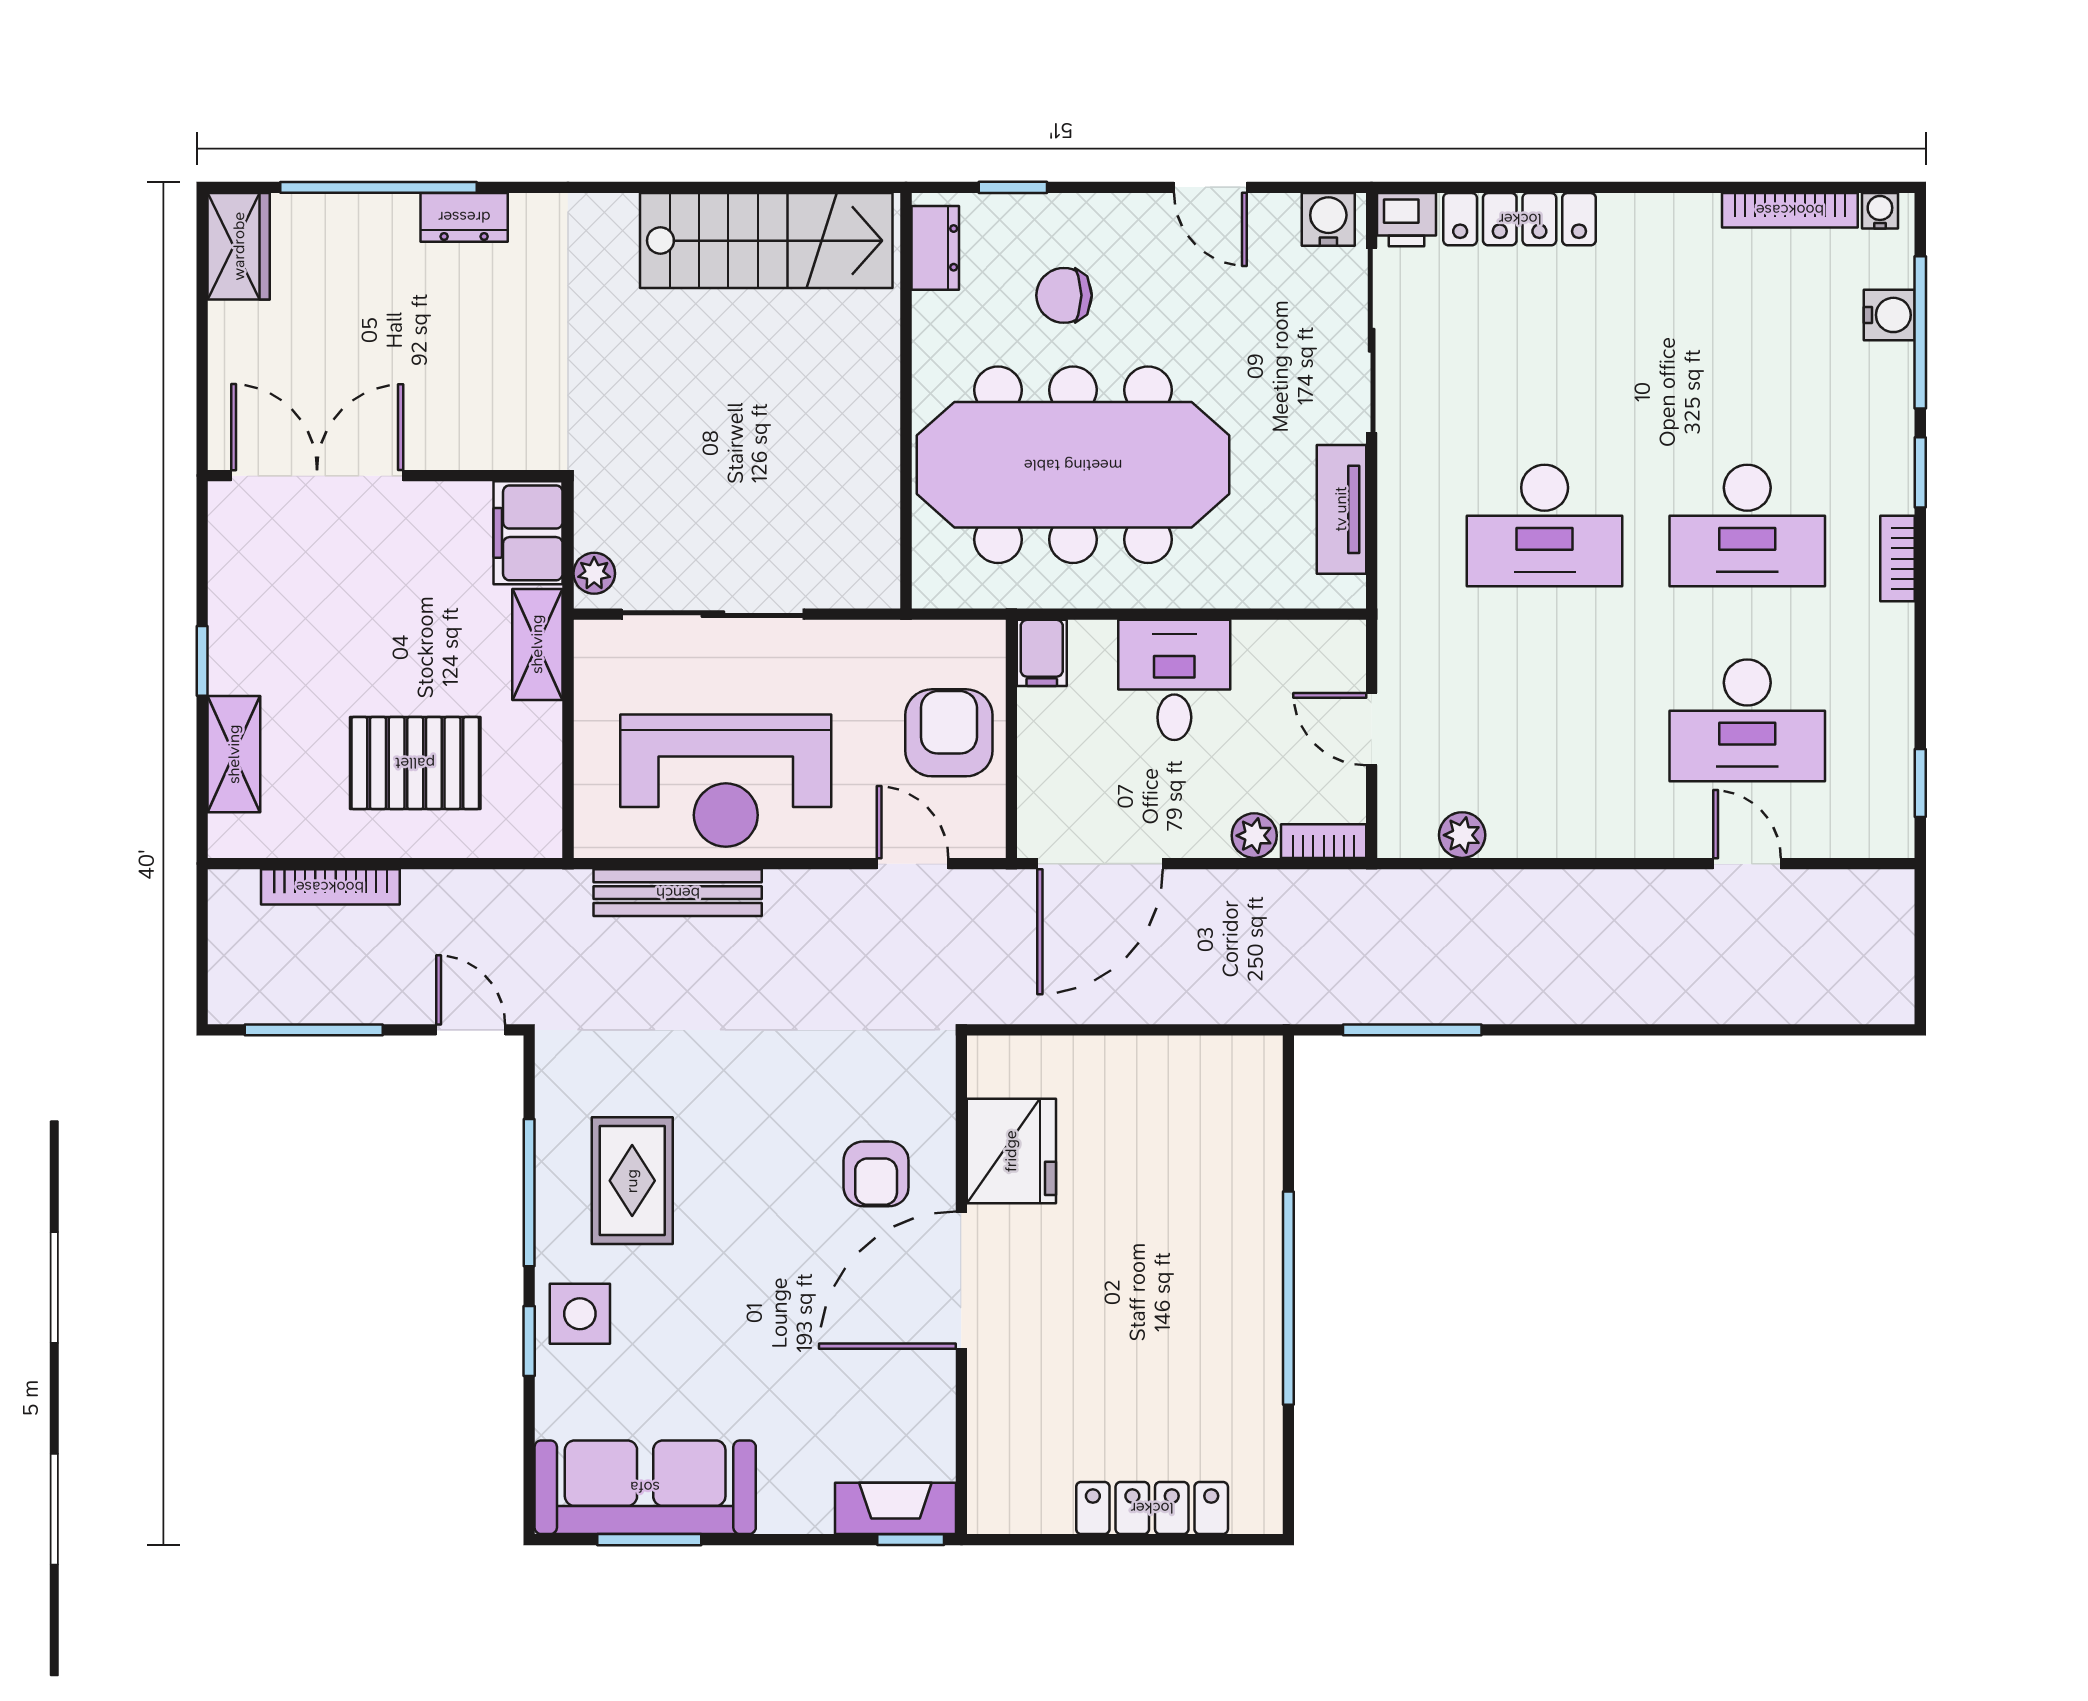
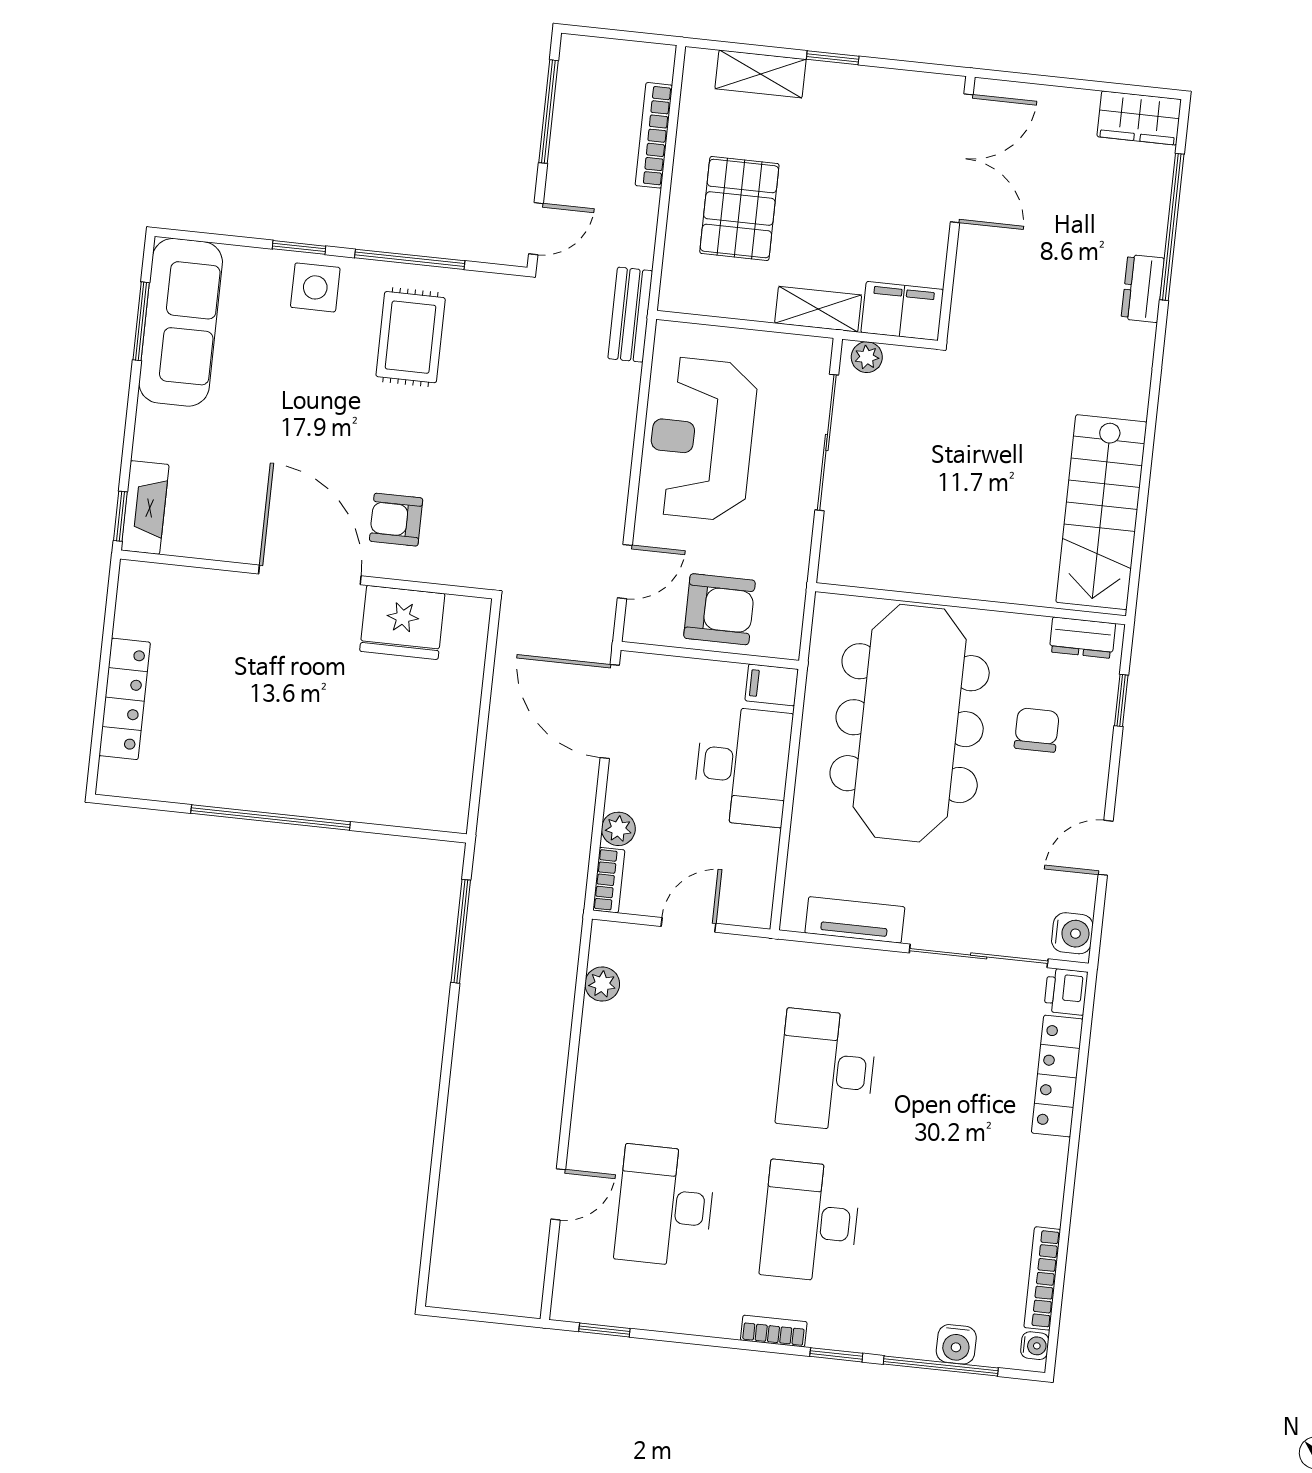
desk: (1174, 680) -> (743, 766), width x1.37
bench: (678, 893) -> (630, 315), moved, width x0.73
rug: (632, 1181) -> (411, 337), turned 90

